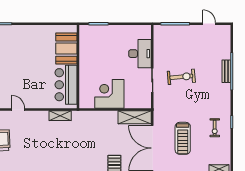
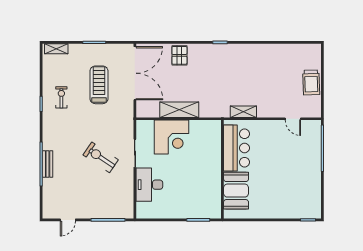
door: (209, 24) -> (68, 220), hinge flipped
exercise bike: (181, 77) -> (101, 157), turned 39
corner desk: (109, 94) -> (172, 137), moved
shelving: (135, 117) -> (179, 110), moved

